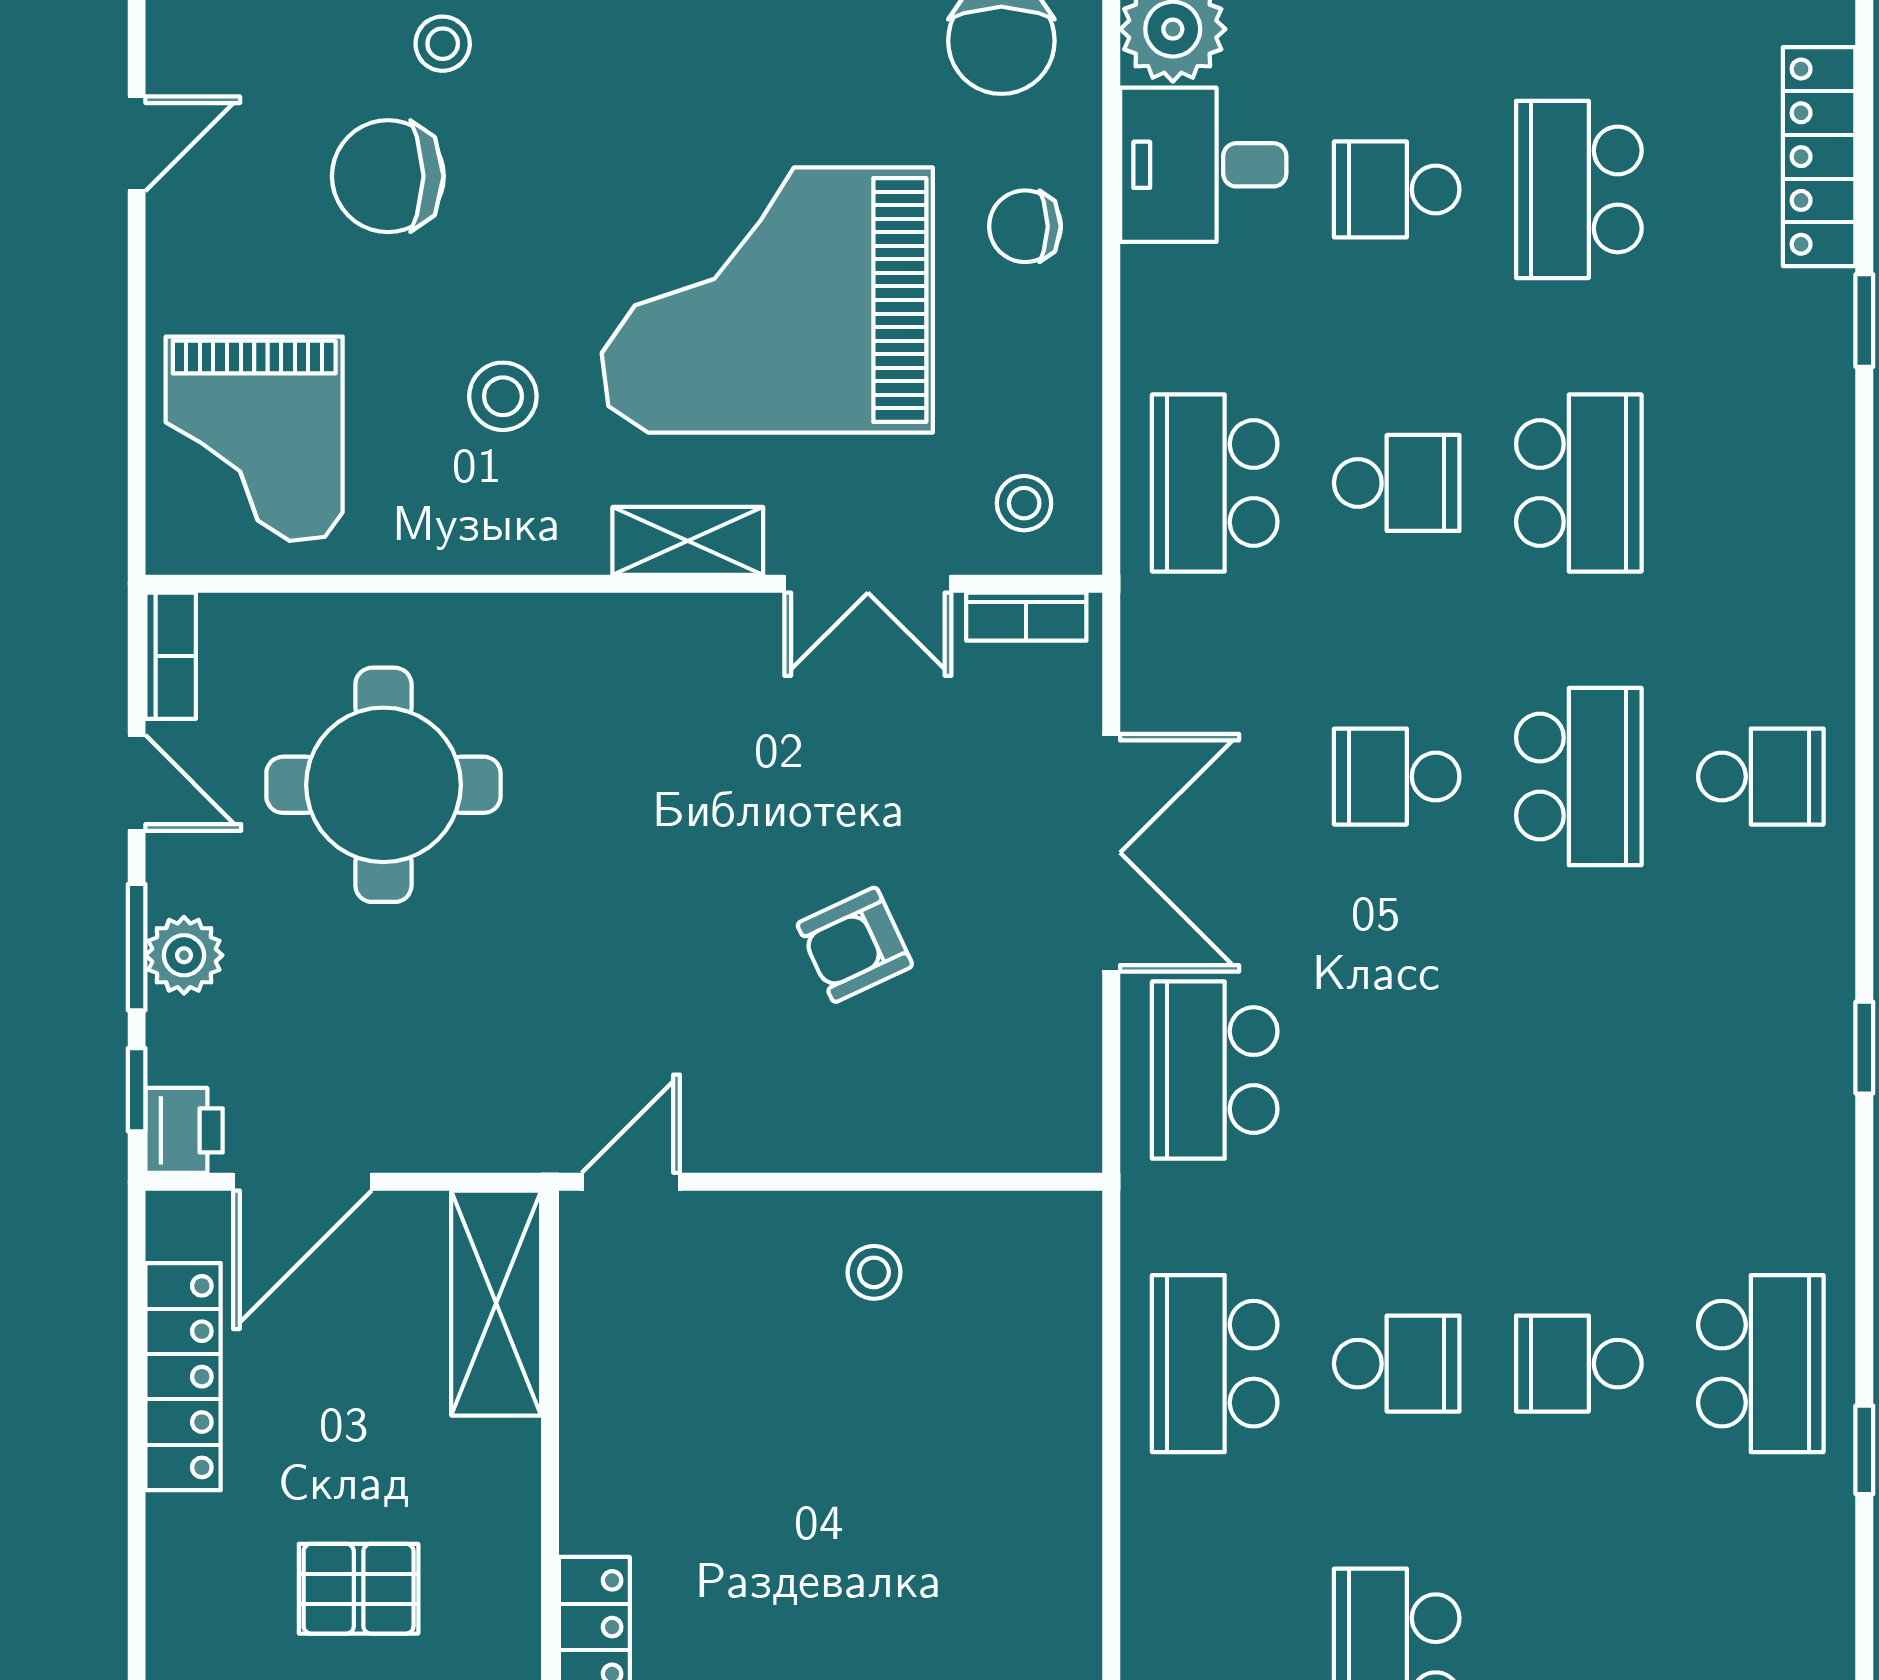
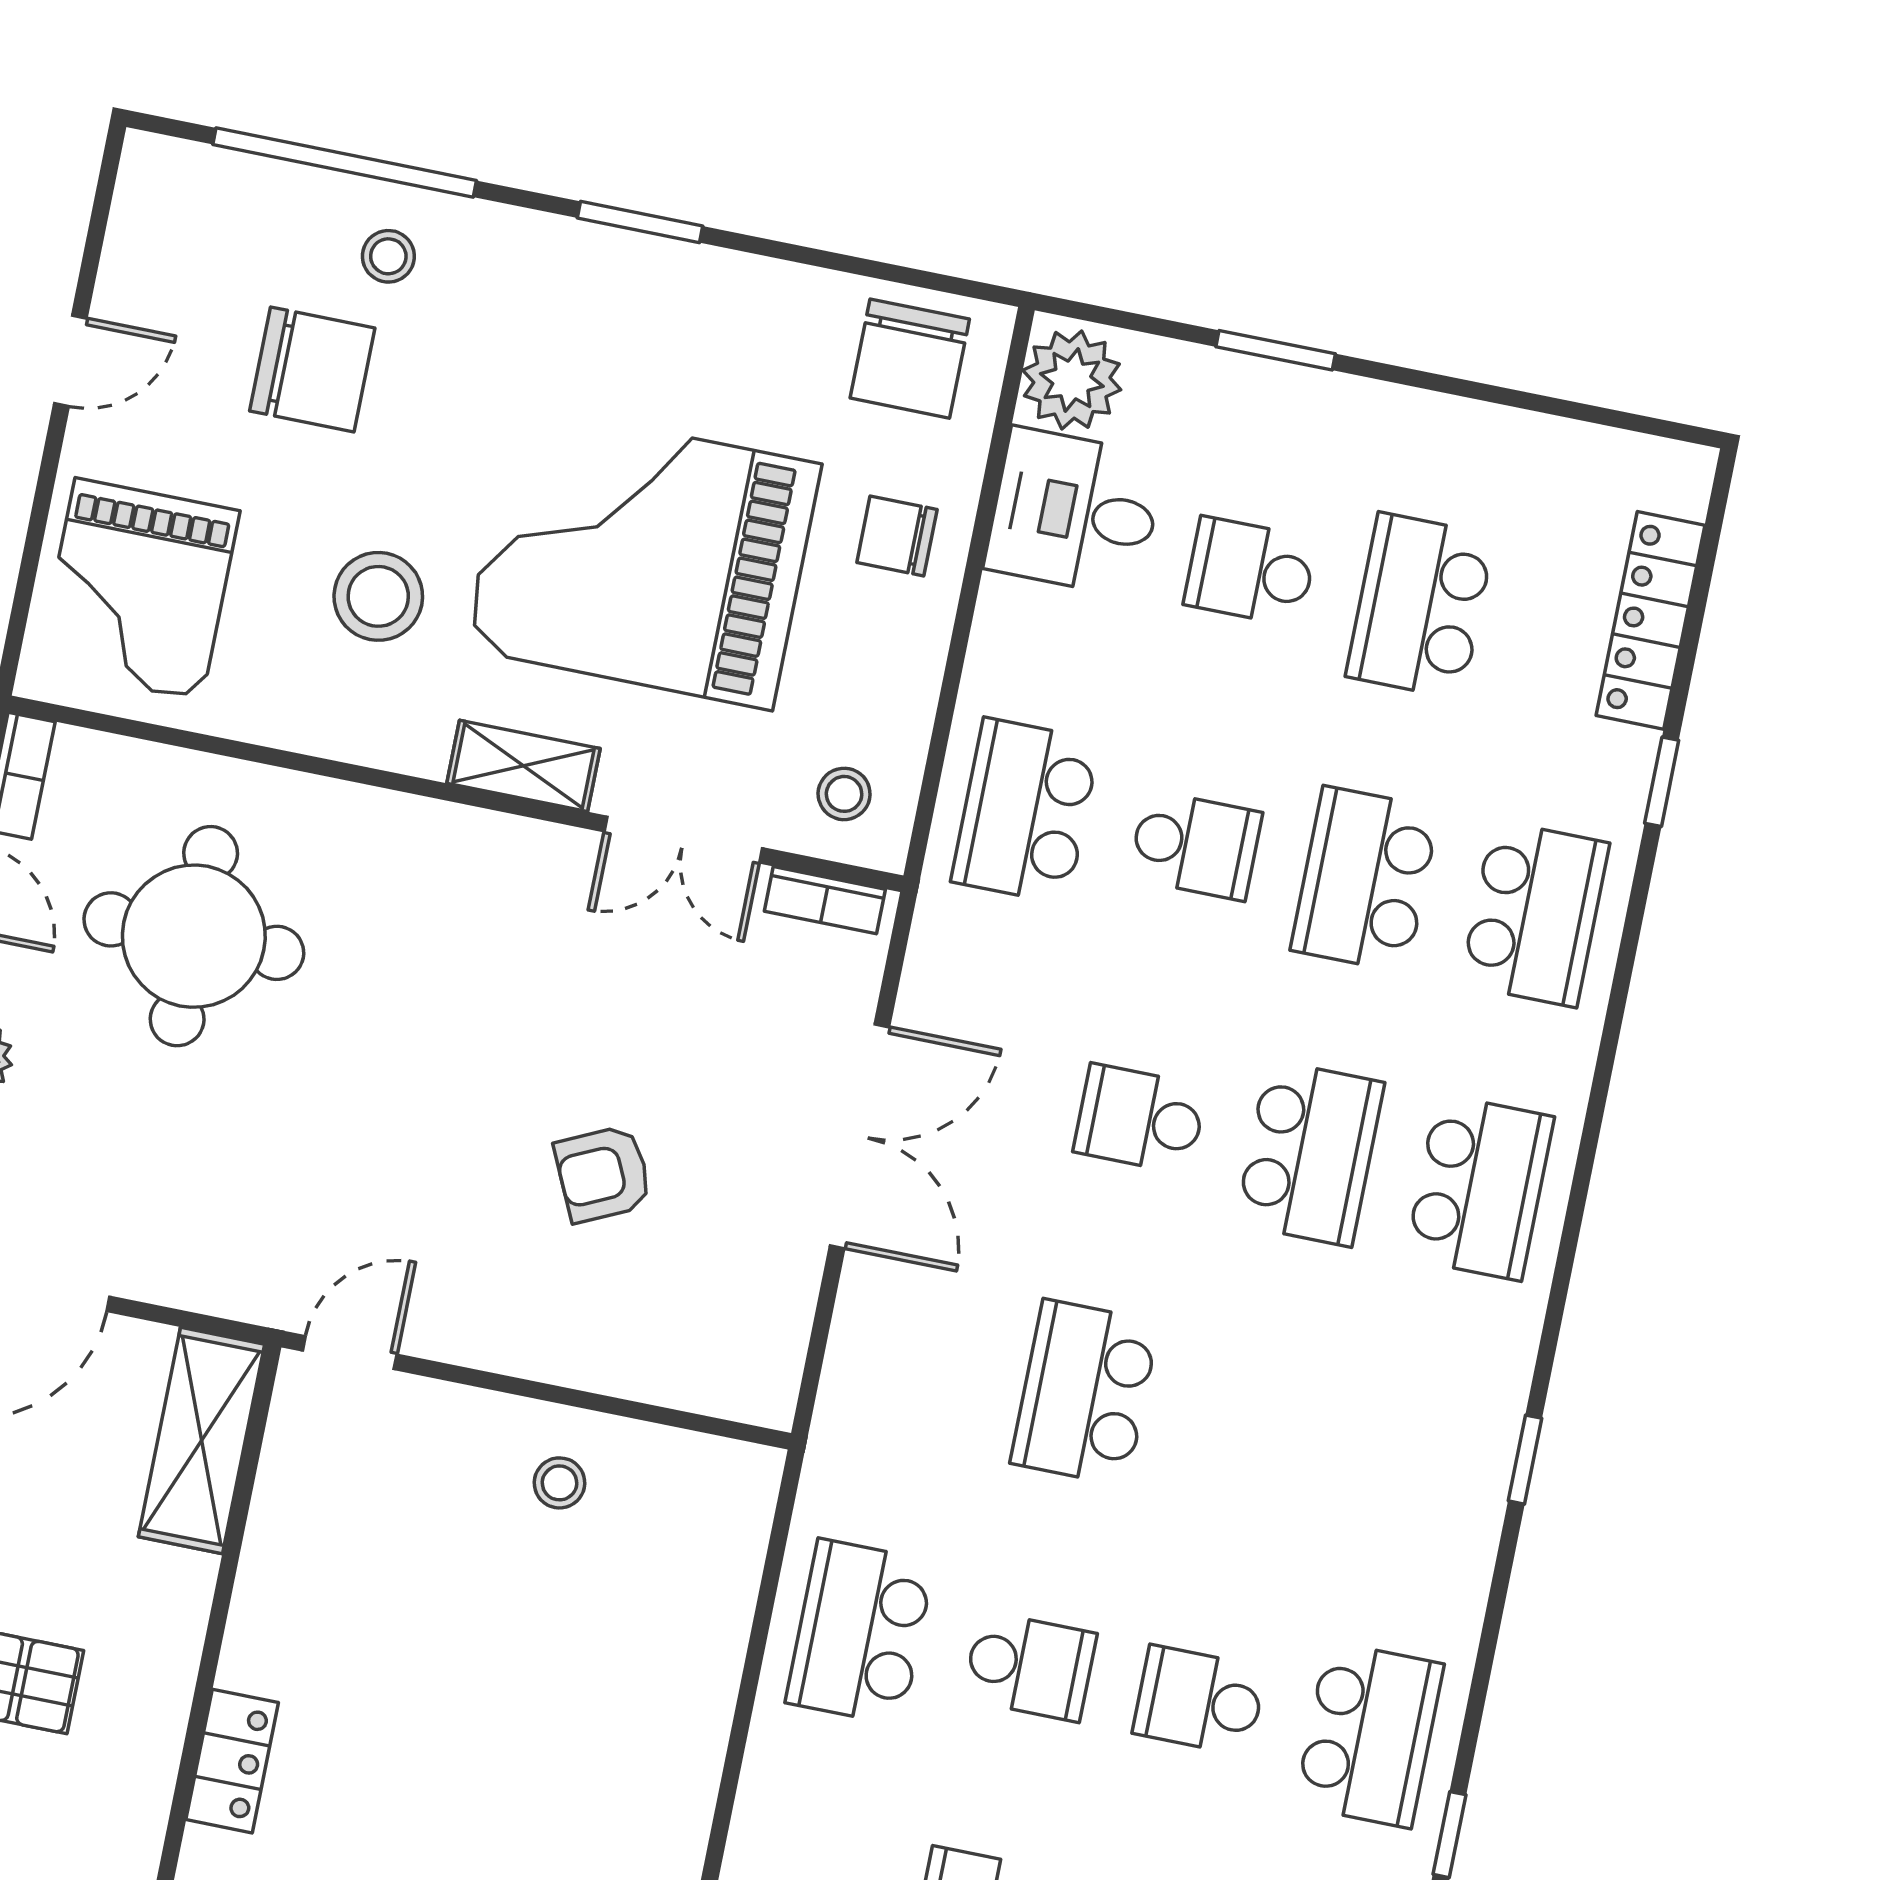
door: (137, 144) -> (70, 361), moved
chair: (388, 176) -> (312, 369), turned 180
stool: (503, 396) -> (378, 596), width x1.38, depth x1.38
school desk: (1579, 483) -> (1365, 879), turned 180
school desk: (1761, 483) -> (1535, 914), added
school desk: (1761, 777) -> (1480, 1187), width x1.85
school desk: (1215, 1070) -> (1085, 1393), moved

